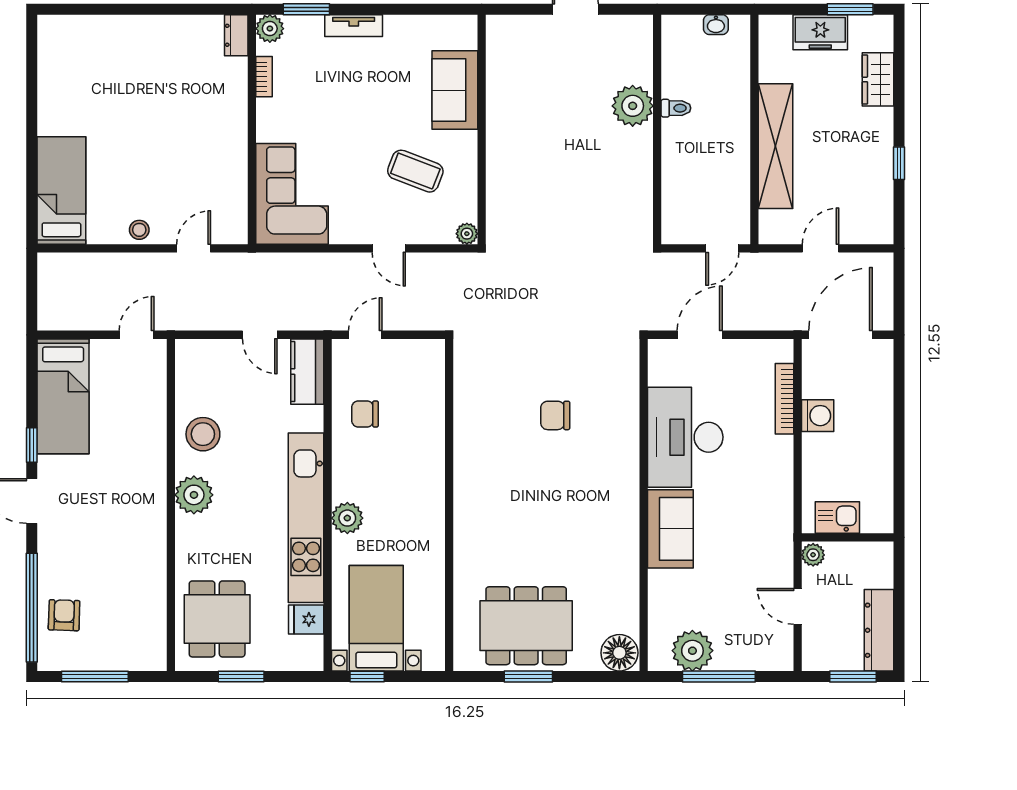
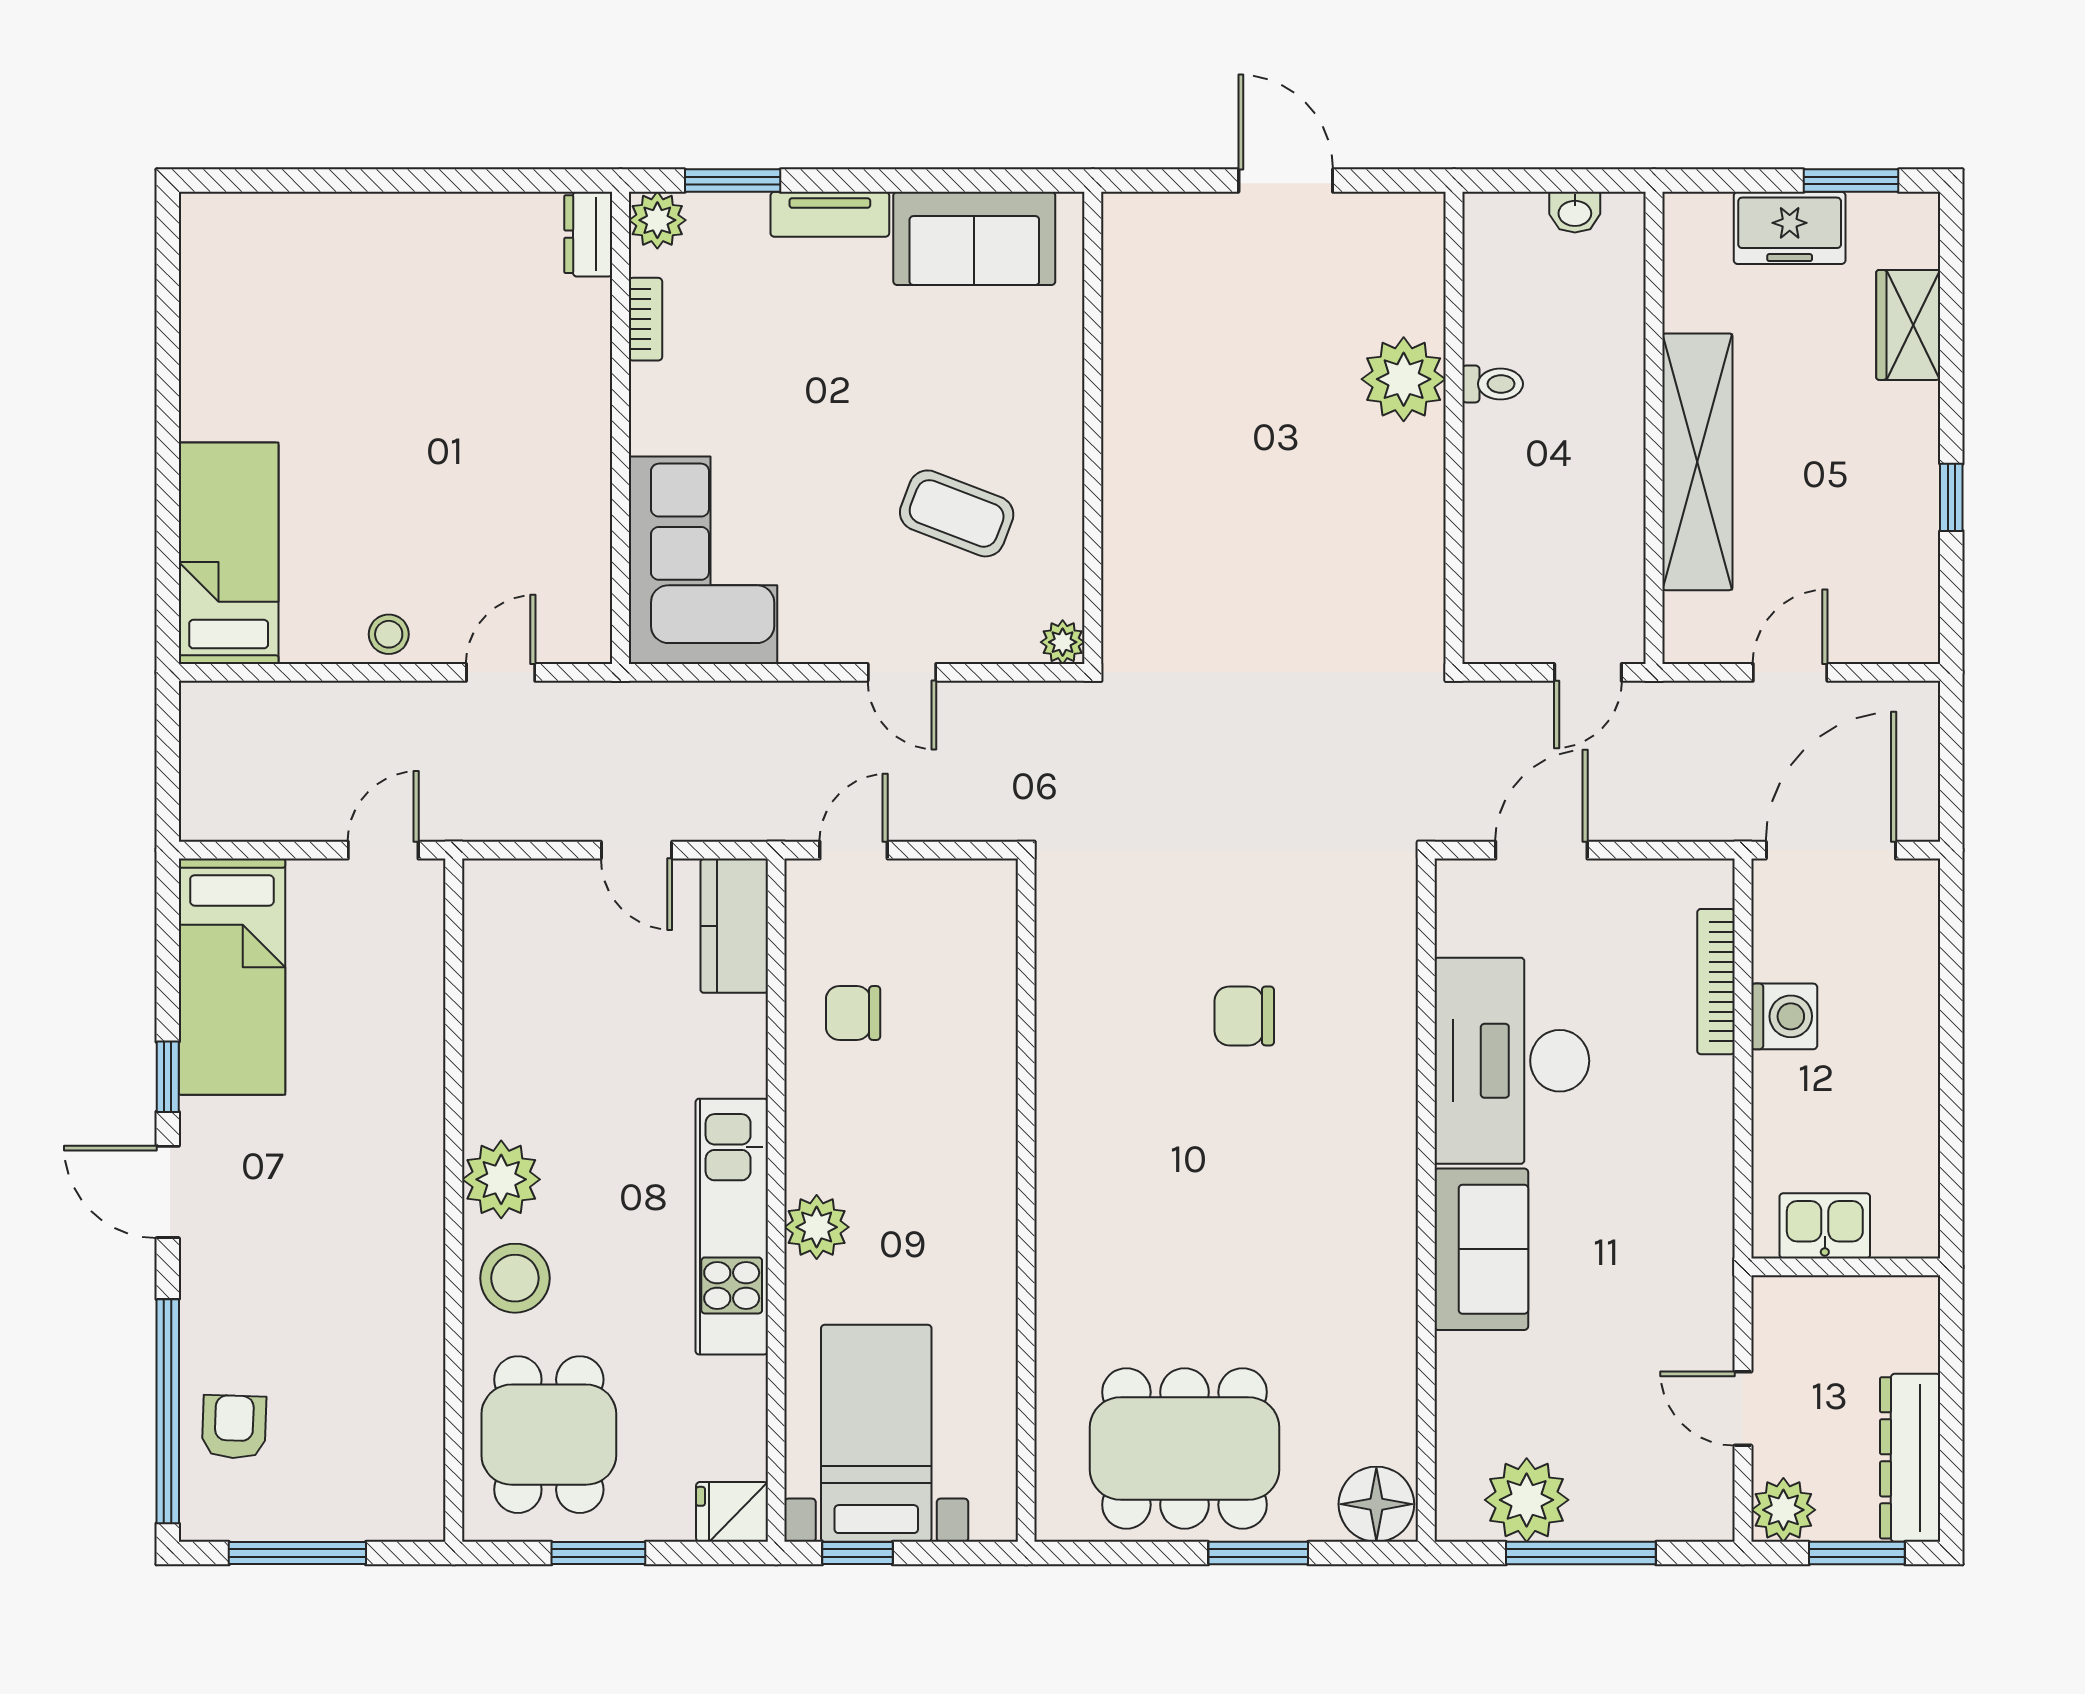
sofa: (455, 90) -> (974, 238), moved, turned -90
stool: (203, 434) -> (515, 1278), moved
kitchen unit: (306, 518) -> (732, 1227), width x0.73
plant: (813, 555) -> (1783, 1510), moved, width x1.38, depth x1.38
fridge: (306, 619) -> (732, 1512), moved
window: (528, 677) -> (1258, 1553), moved

